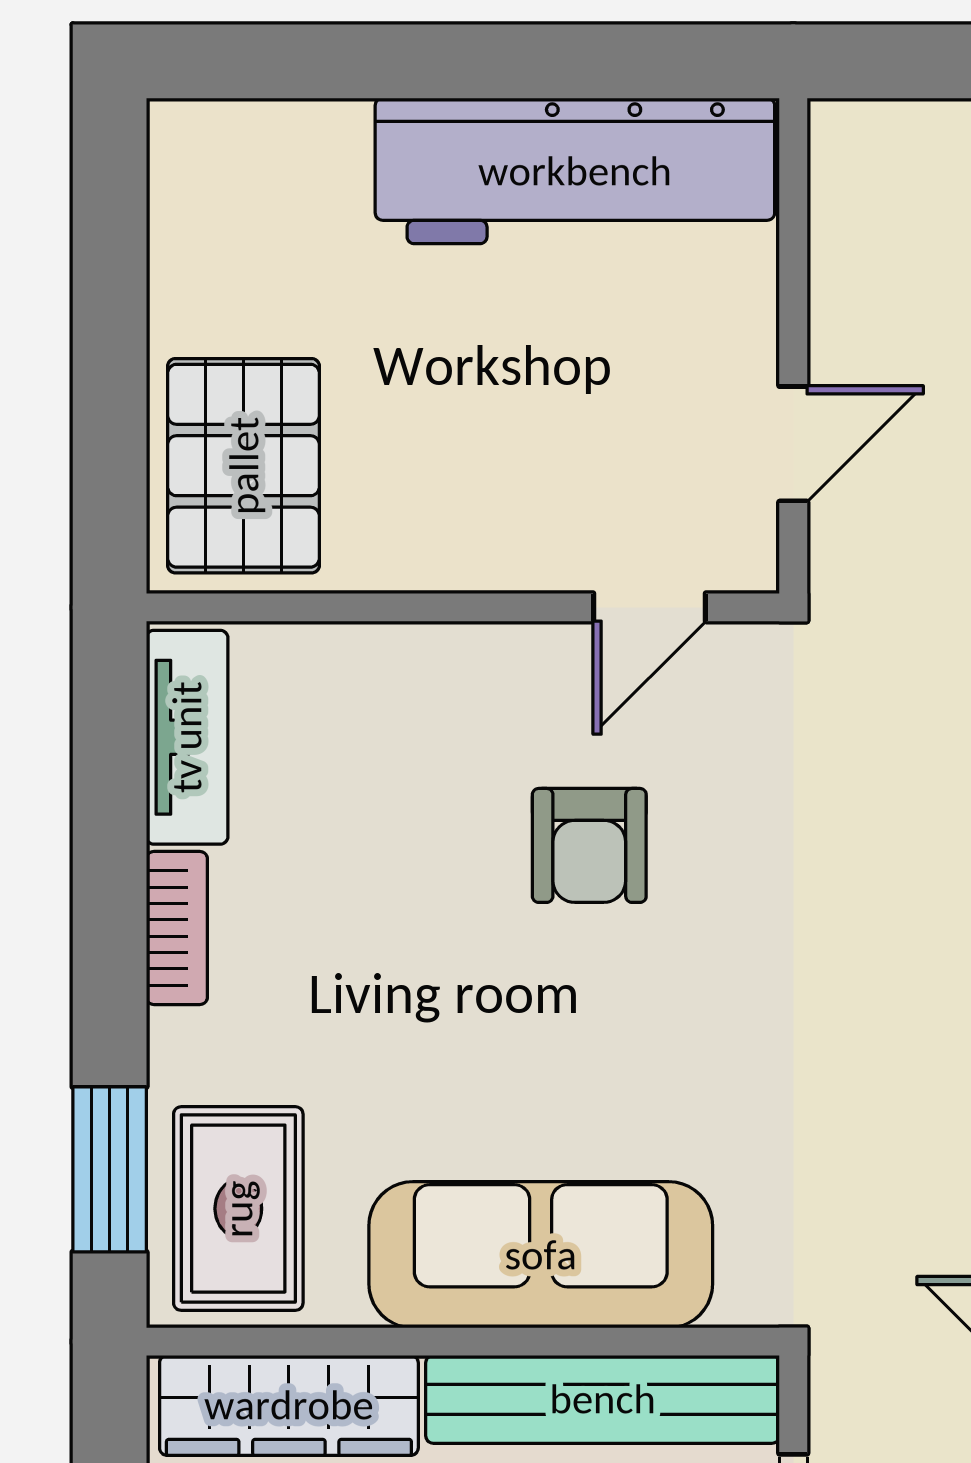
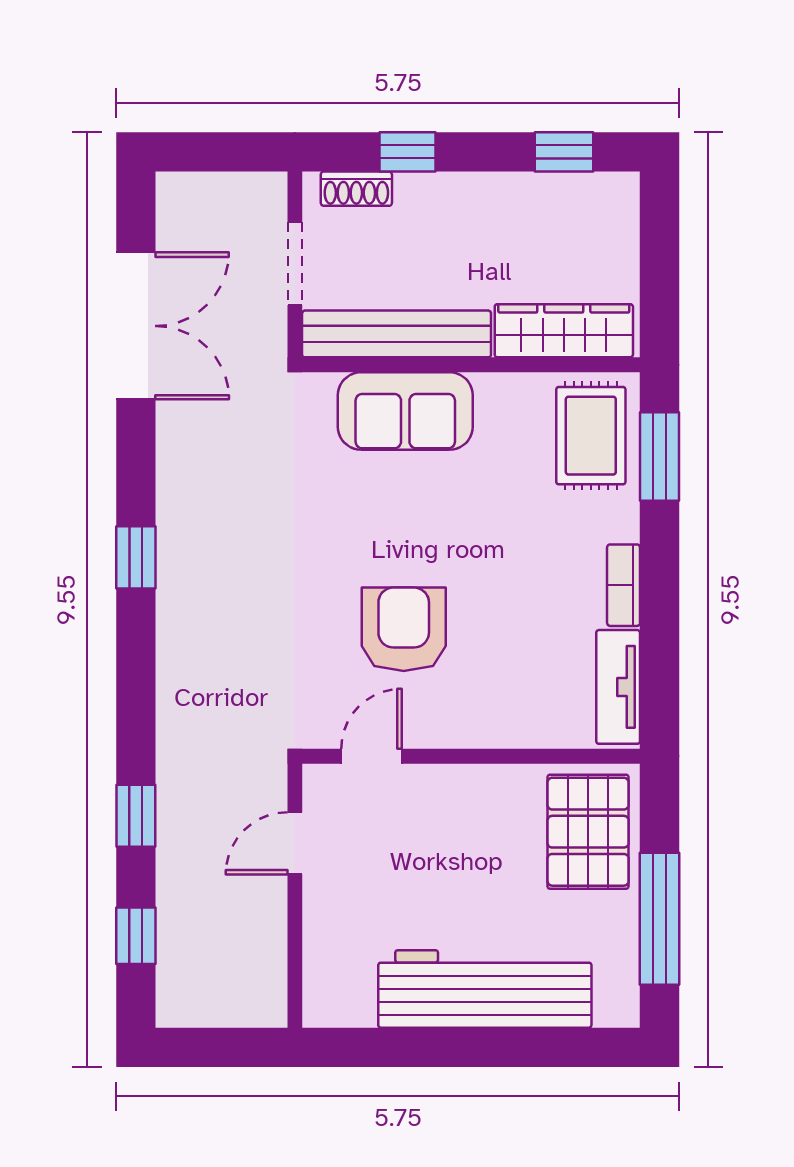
workbench: (575, 171) -> (485, 989), moved
window: (110, 302) -> (659, 919), added
armchair: (589, 845) -> (404, 629), width x1.38, depth x1.38
sofa: (541, 1255) -> (405, 411), width x0.73

